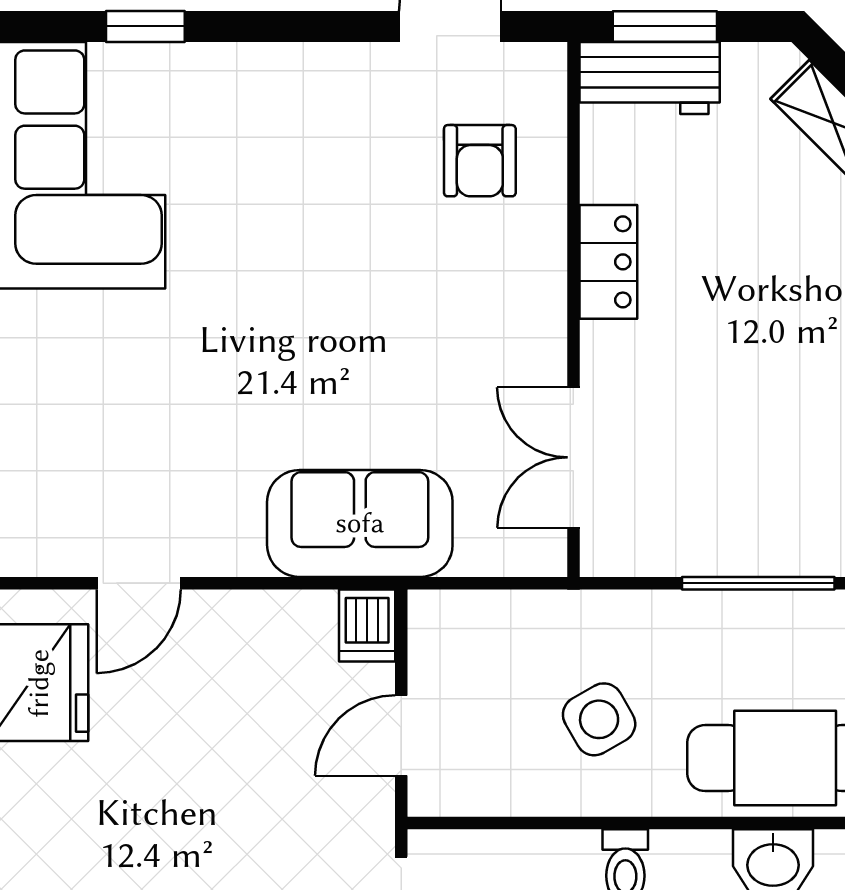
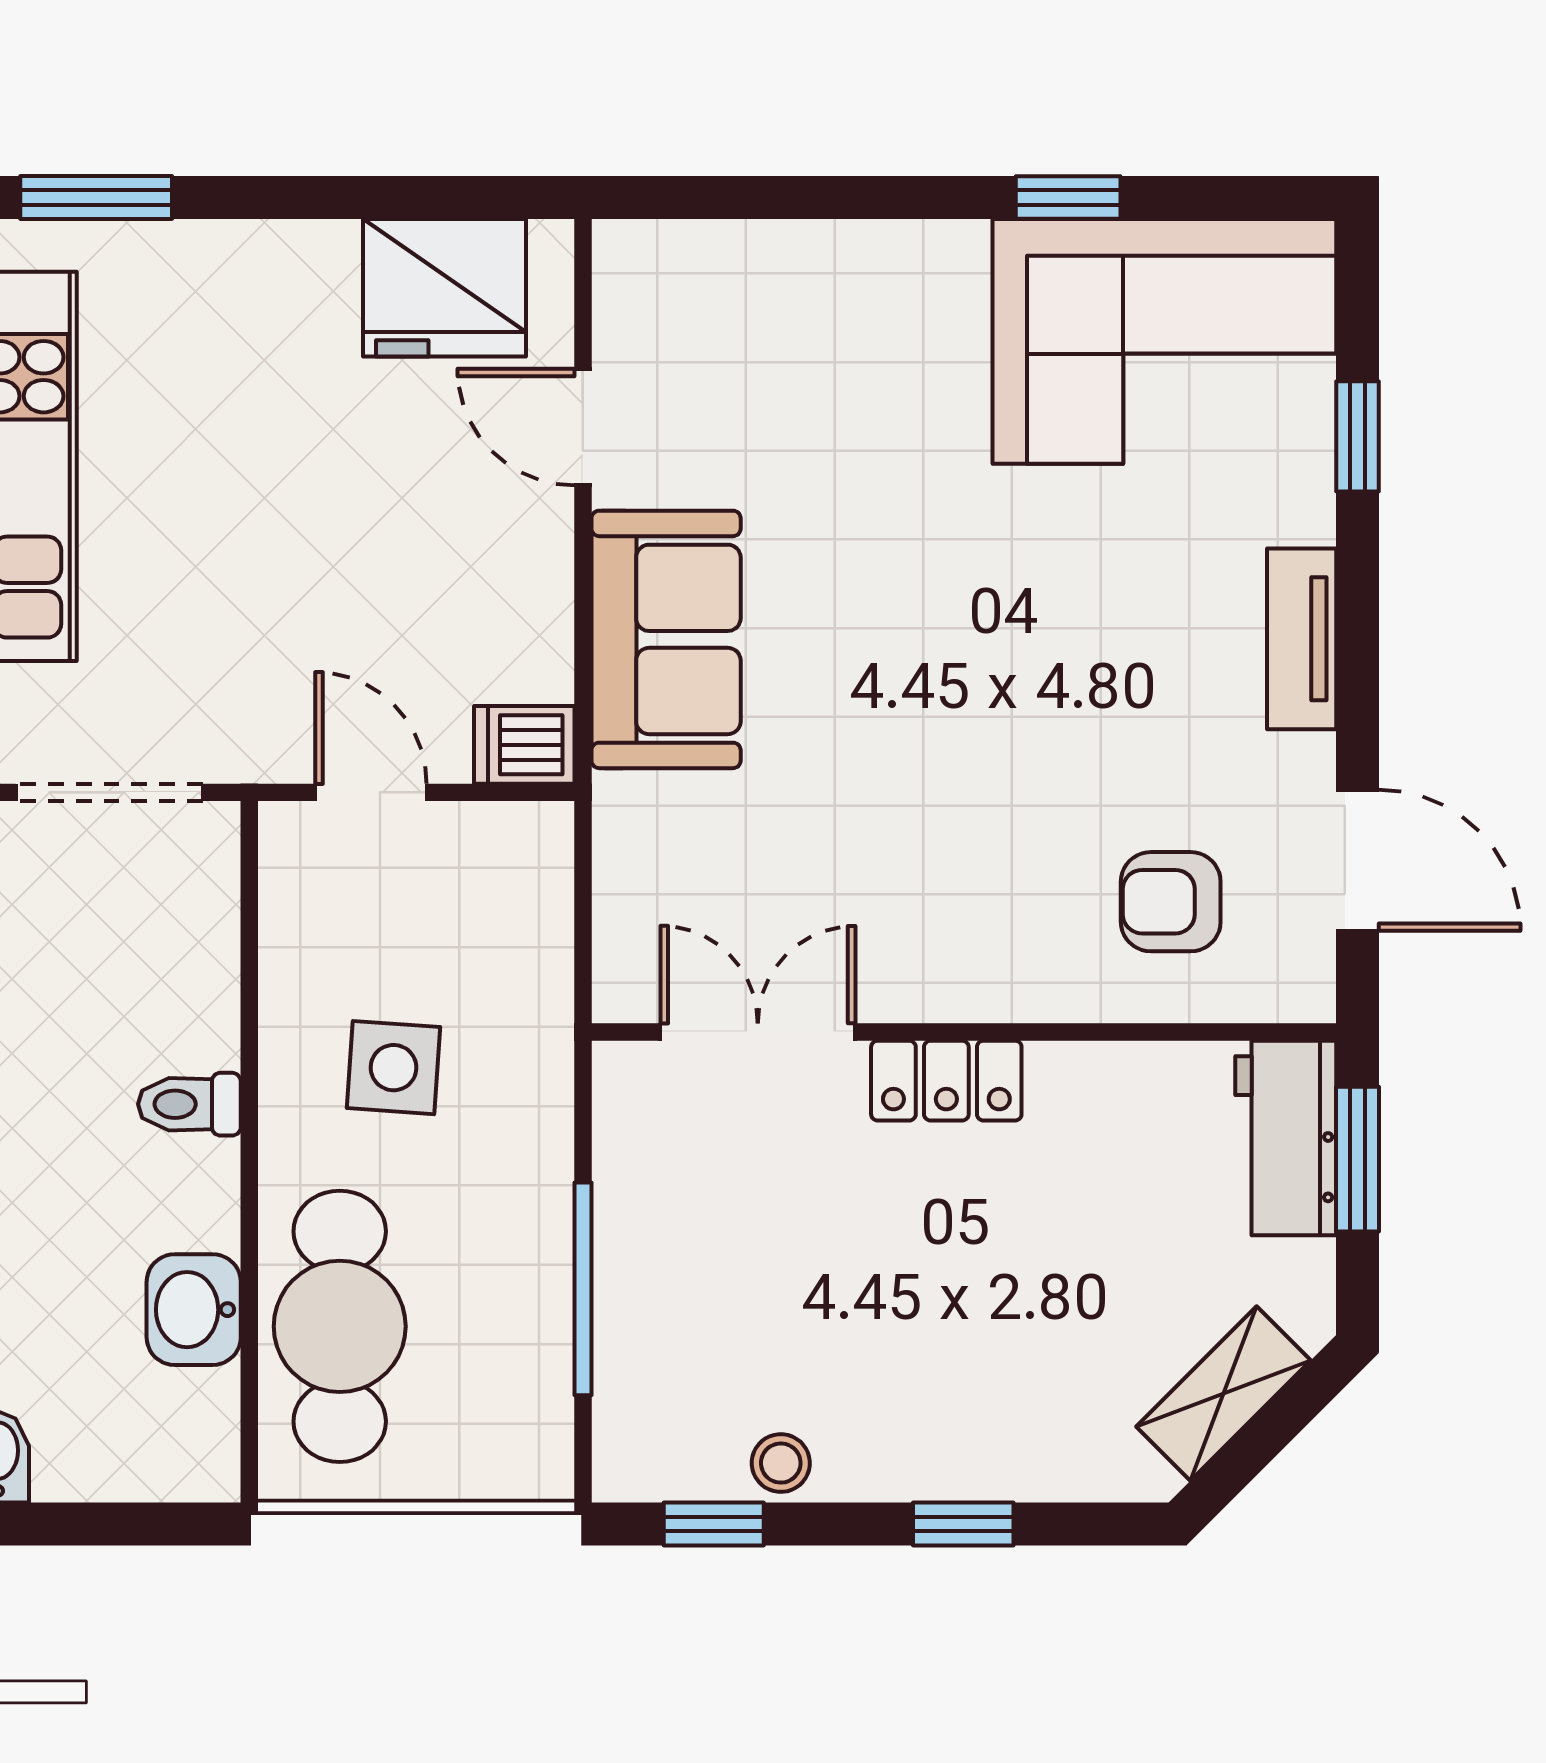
tv unit: (291, 67) -> (1302, 639), added
locker: (608, 262) -> (946, 1081), moved
sofa: (360, 523) -> (666, 639), moved
side table: (599, 719) -> (394, 1068), turned 34

